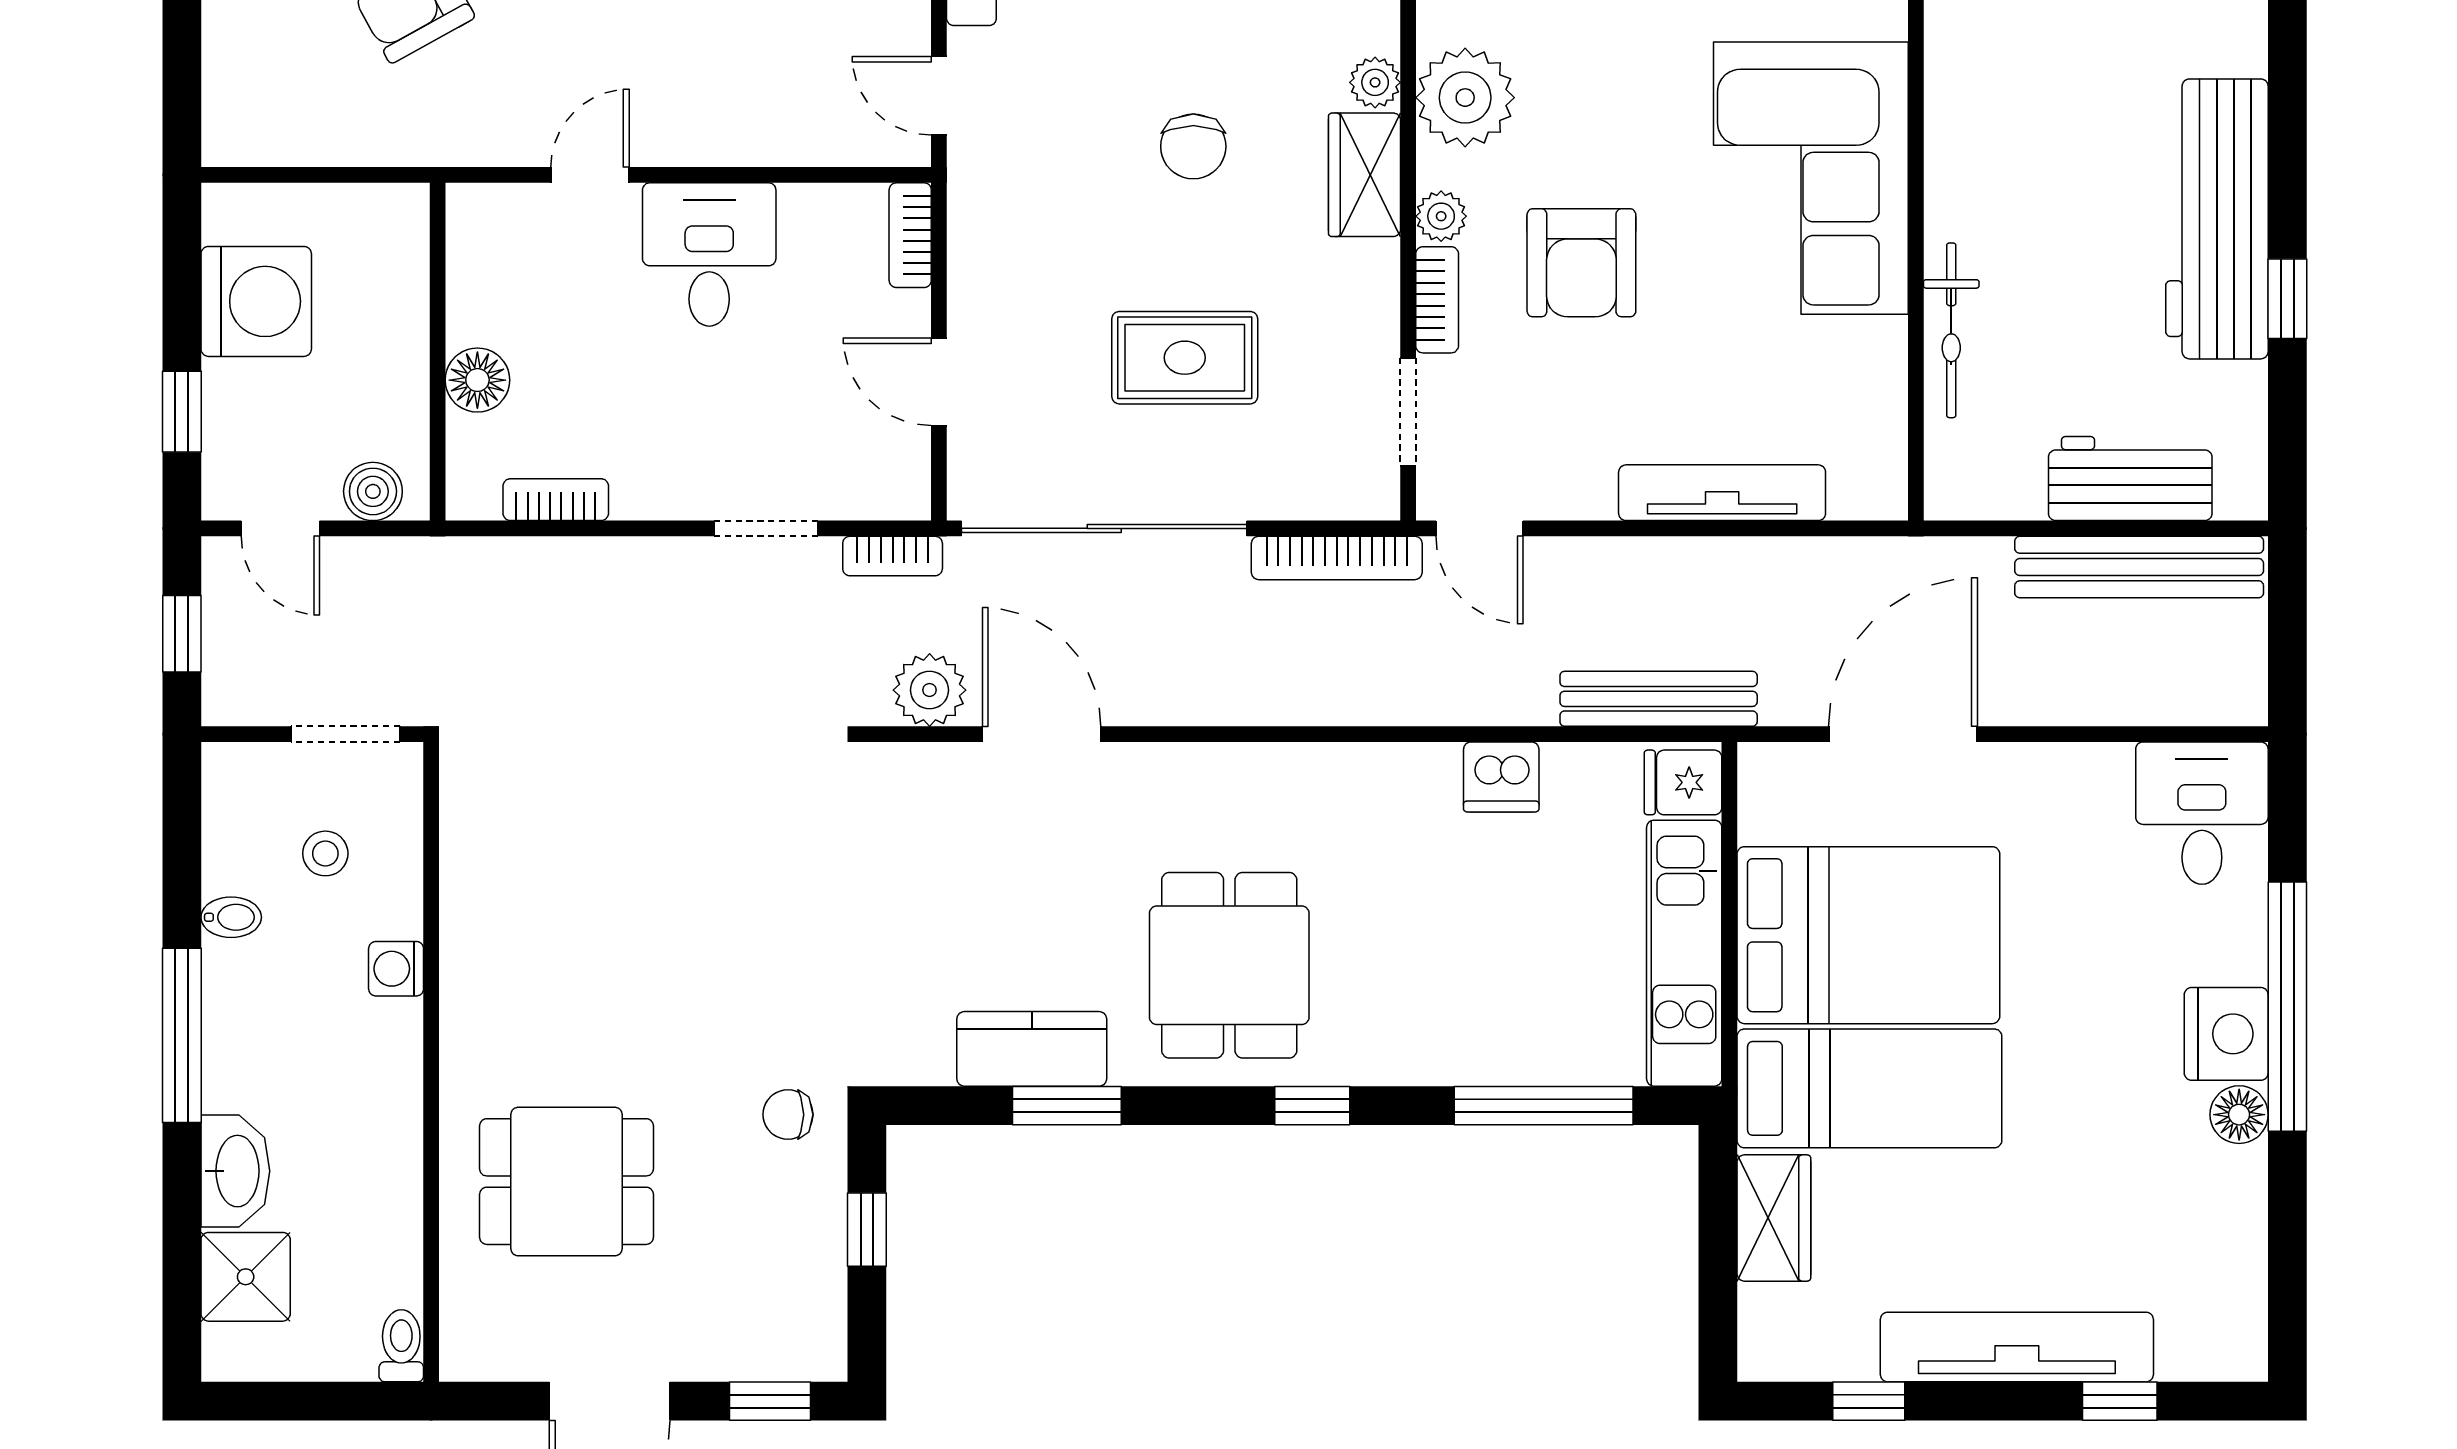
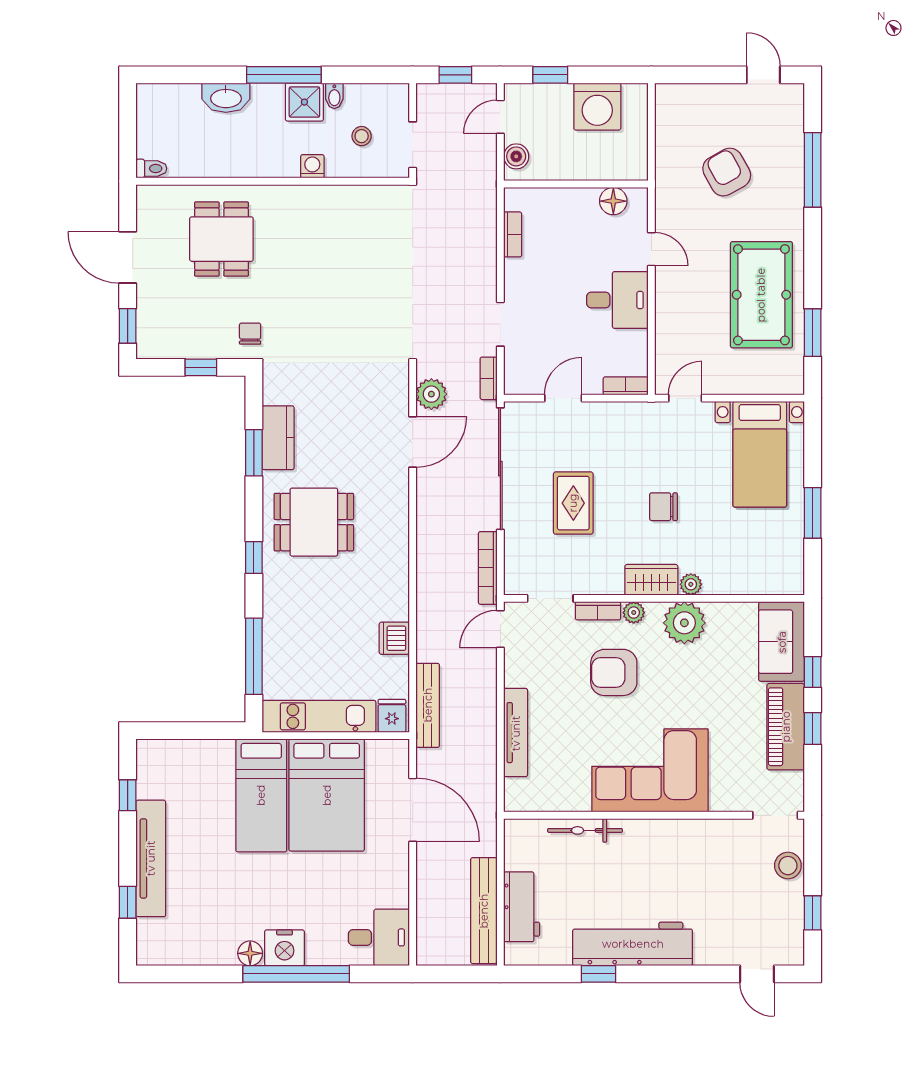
floor lamp: (477, 380) -> (613, 201), moved
wardrobe: (1774, 1218) -> (206, 755), removed
shower: (246, 1277) -> (304, 102), moved

